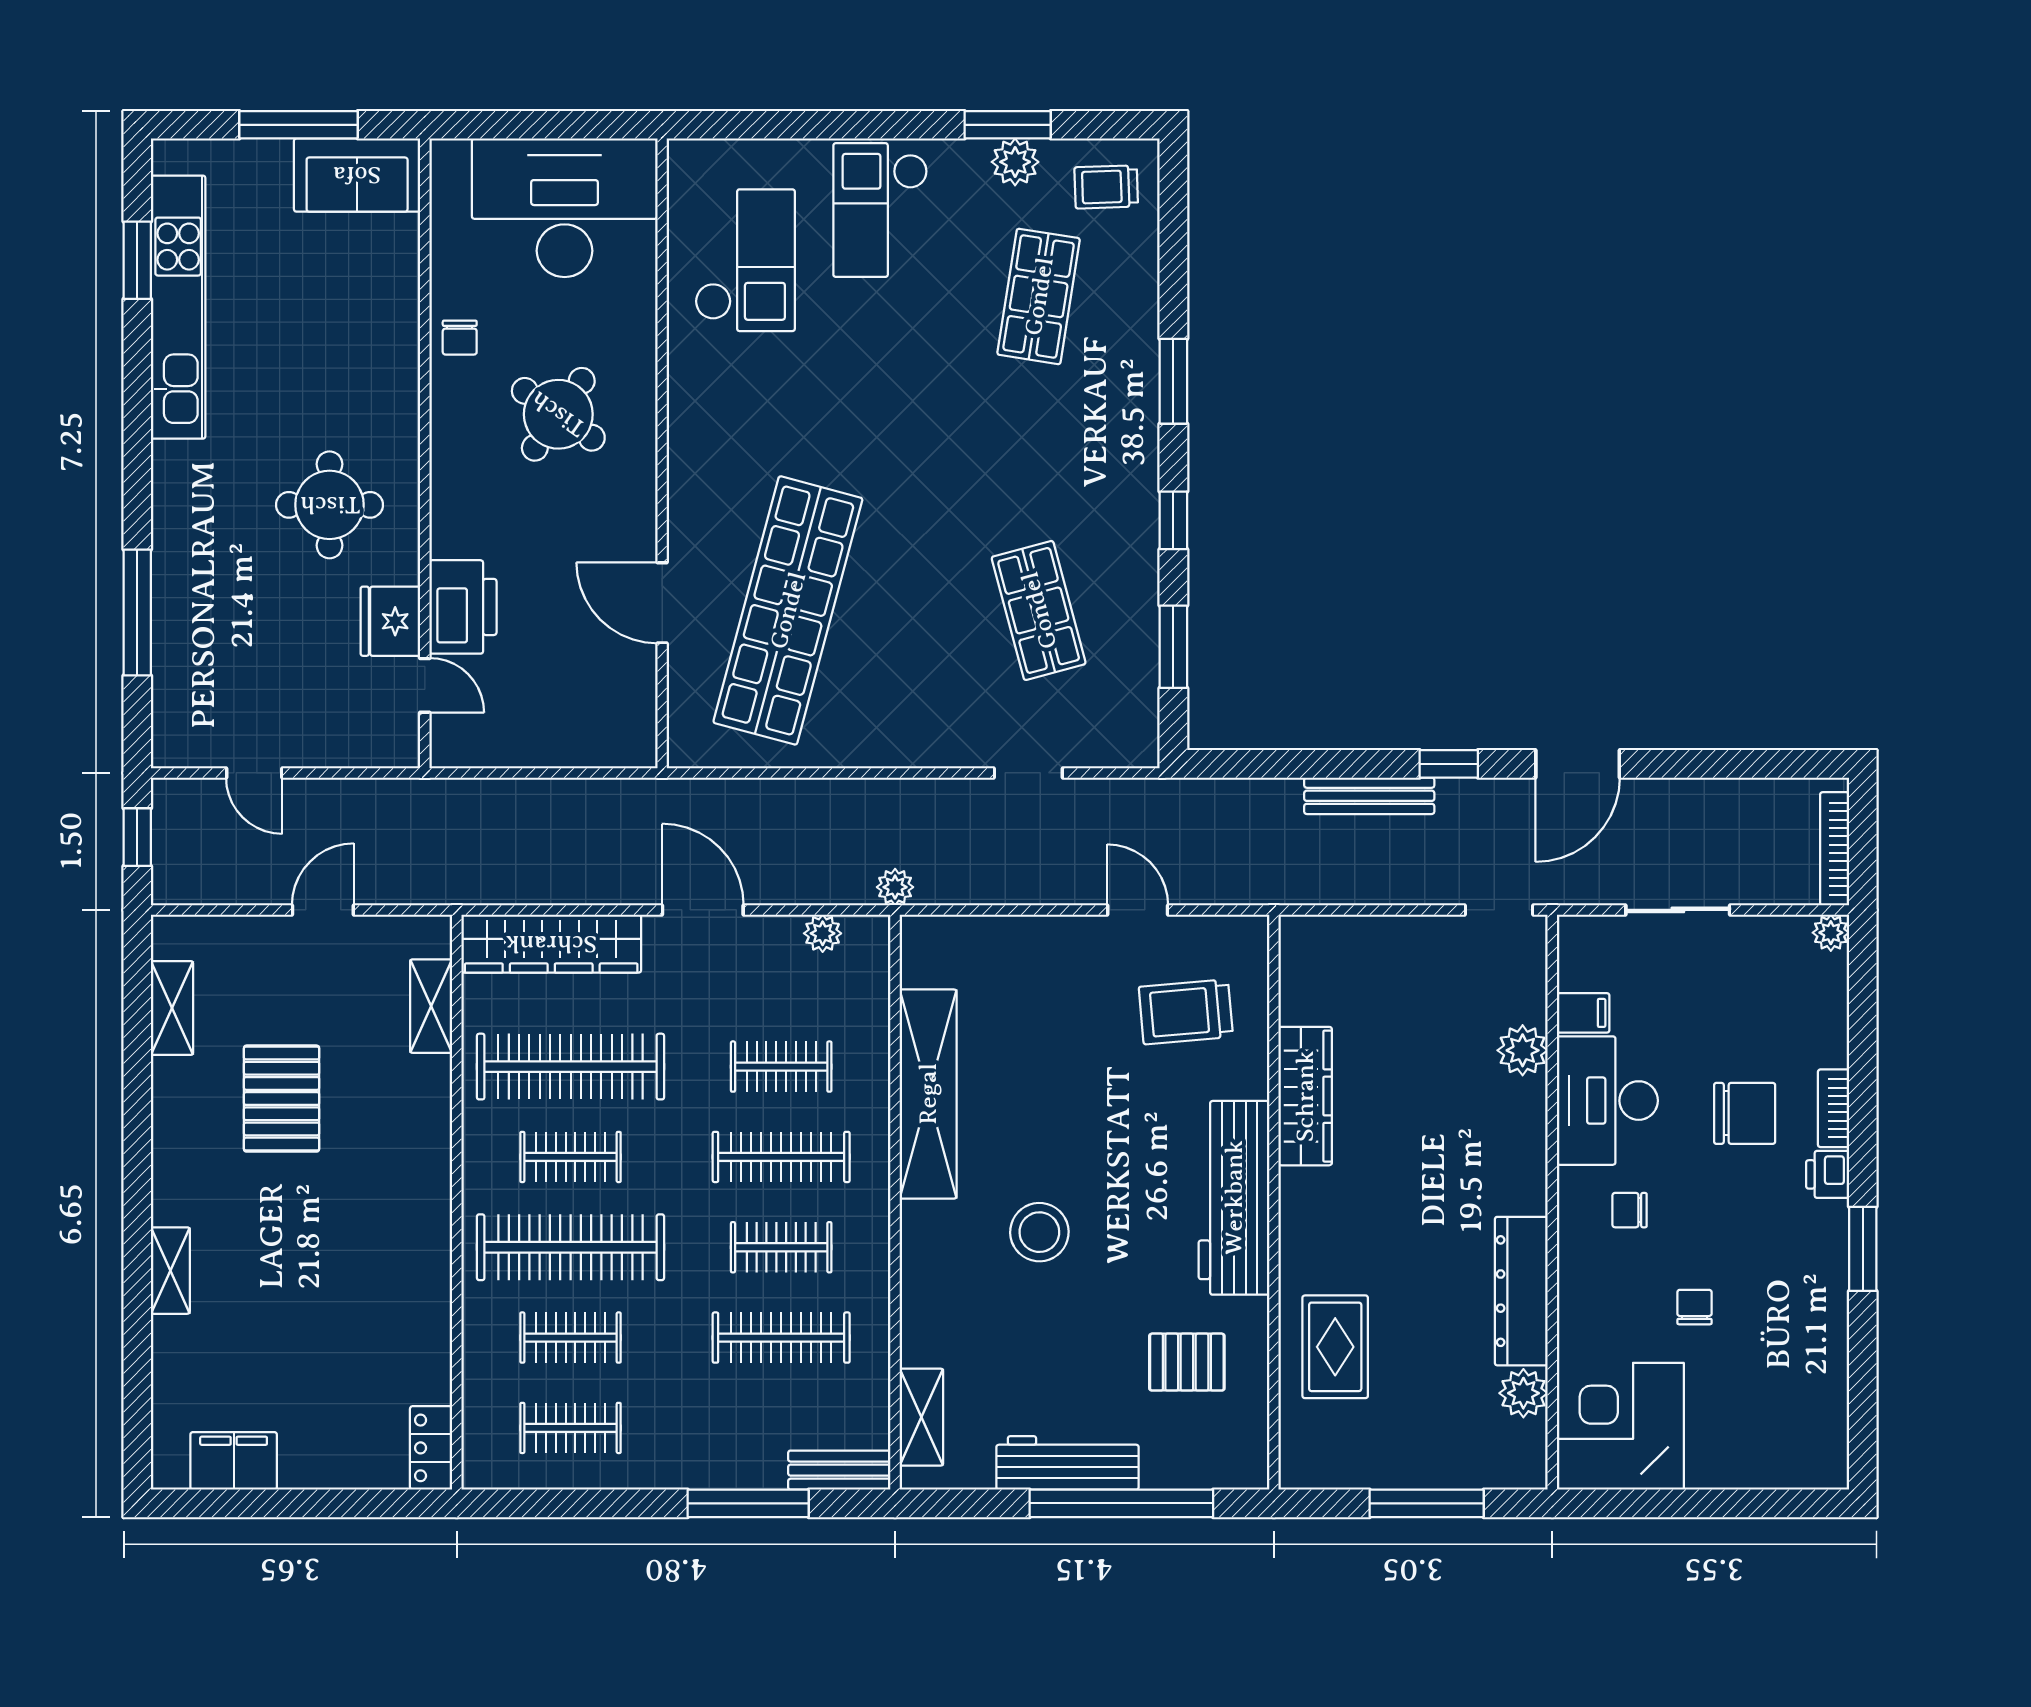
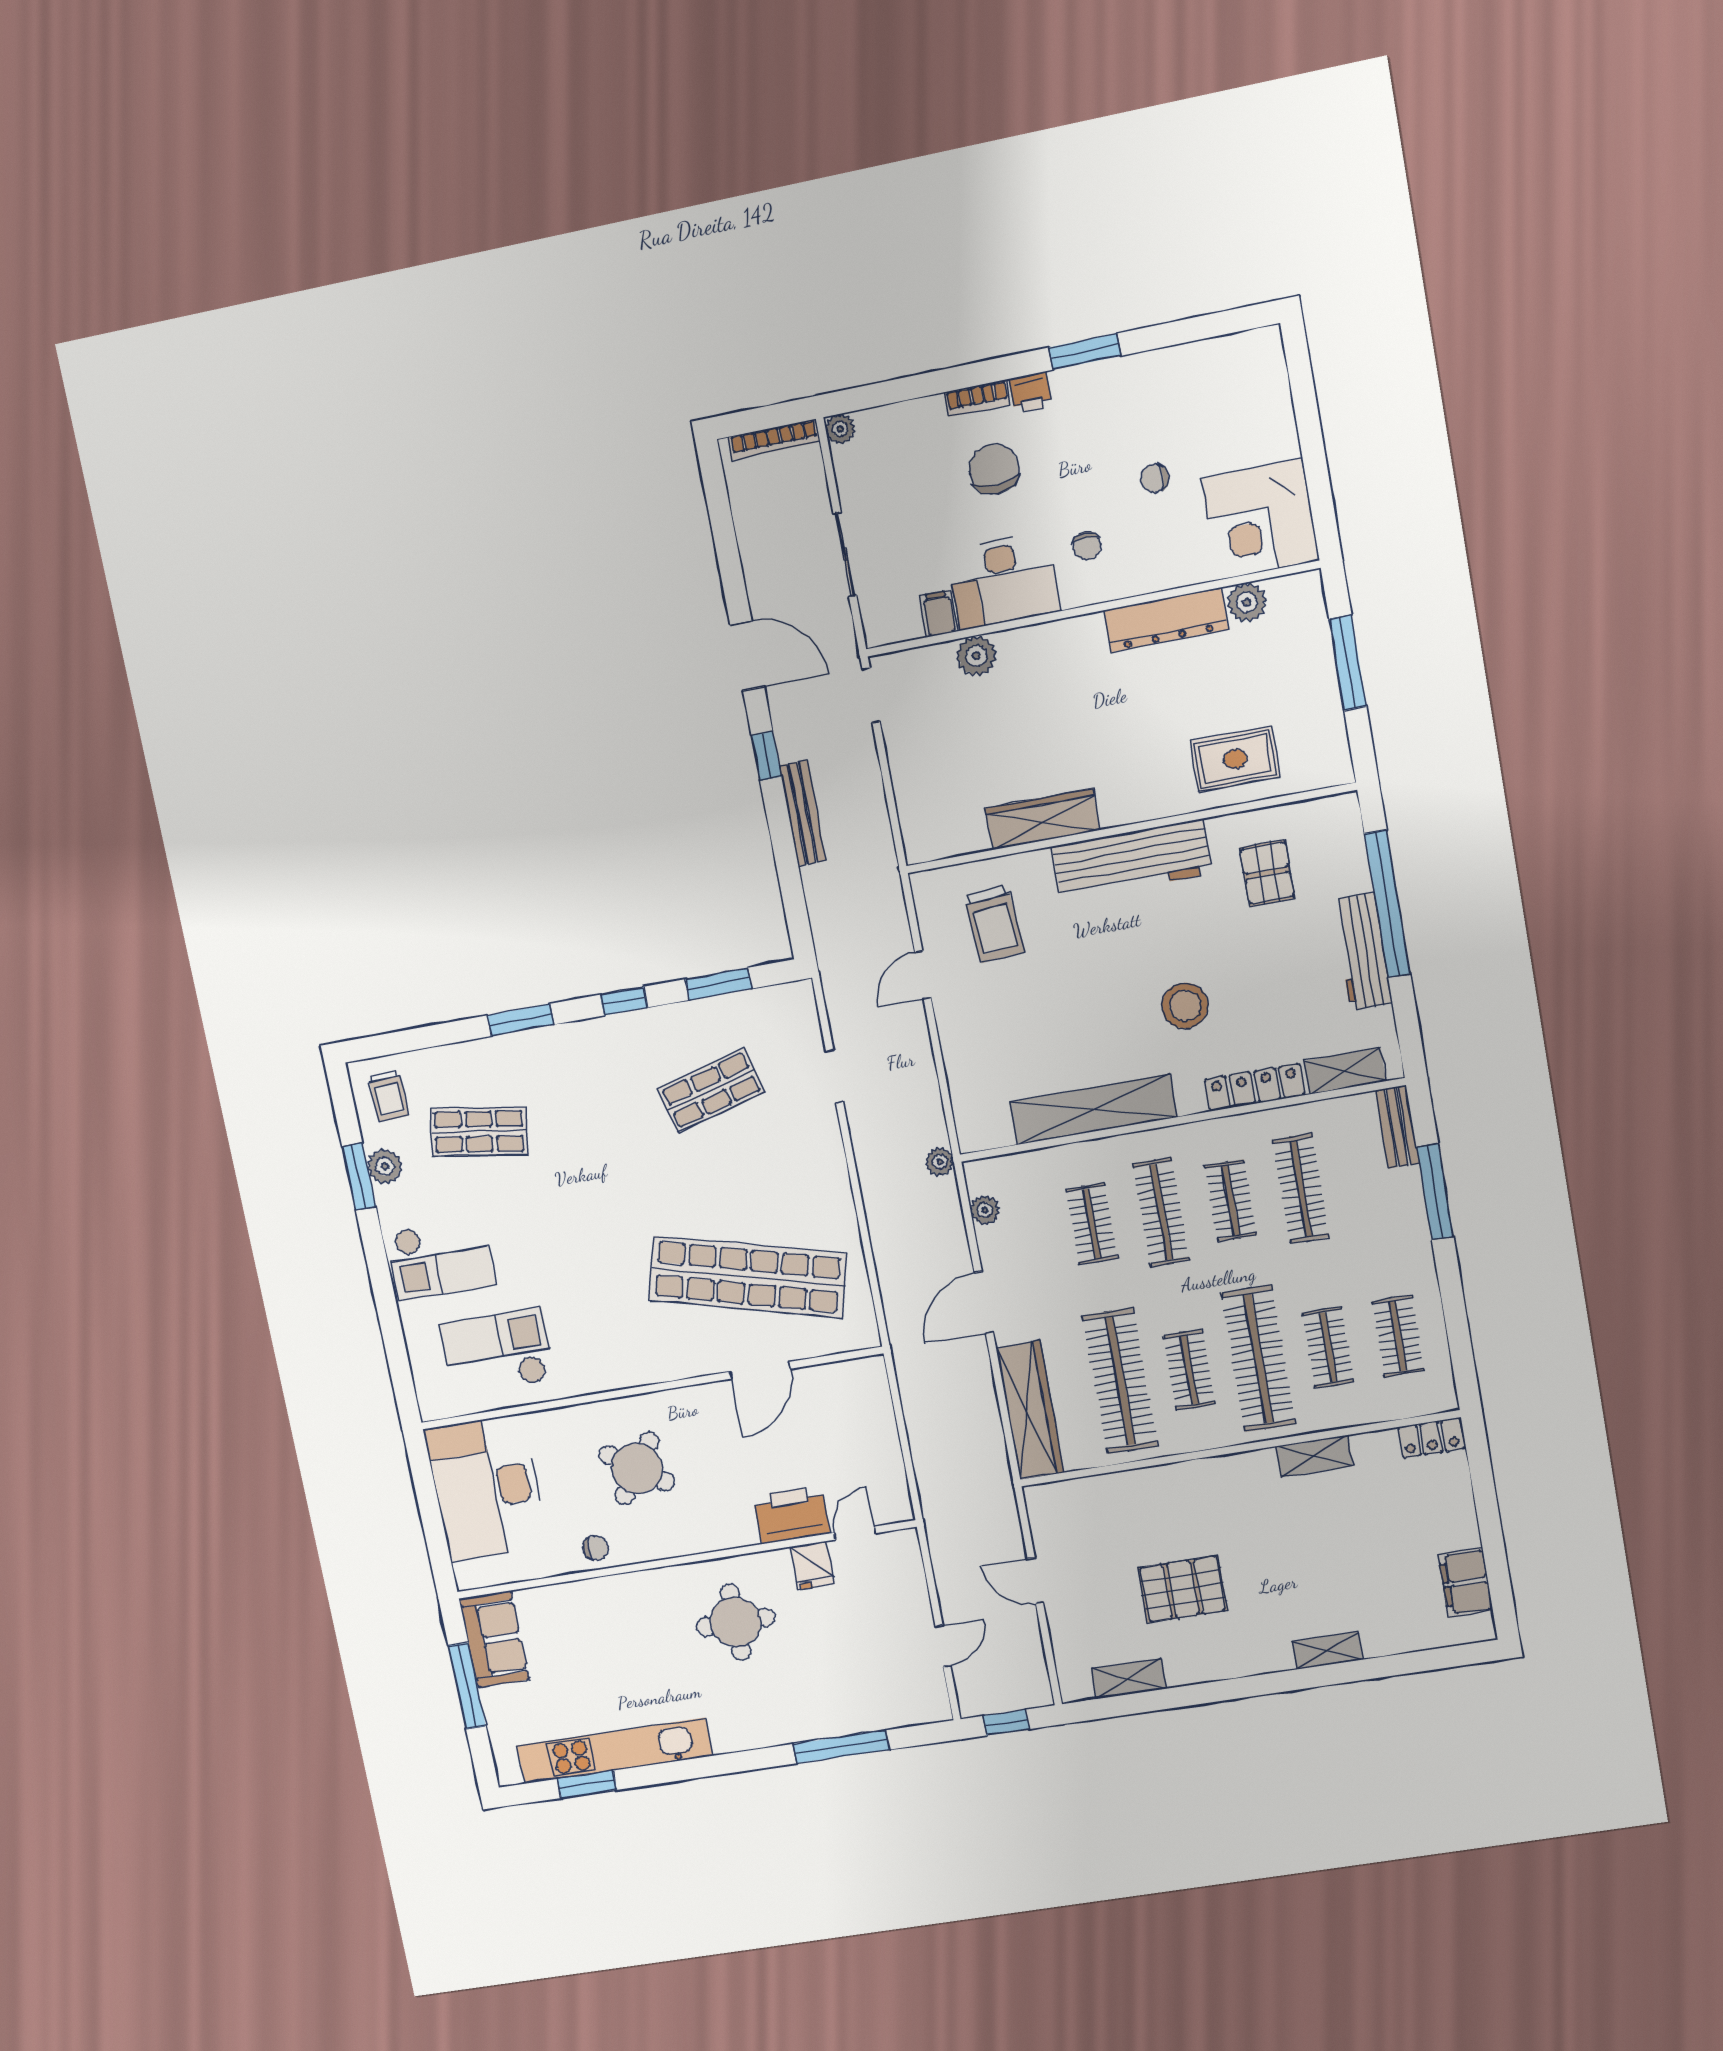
fridge: (390, 621) -> (812, 1565), width x0.72
shelving: (431, 1006) -> (1314, 1456), moved
locker: (921, 1302) -> (1255, 1087), added

